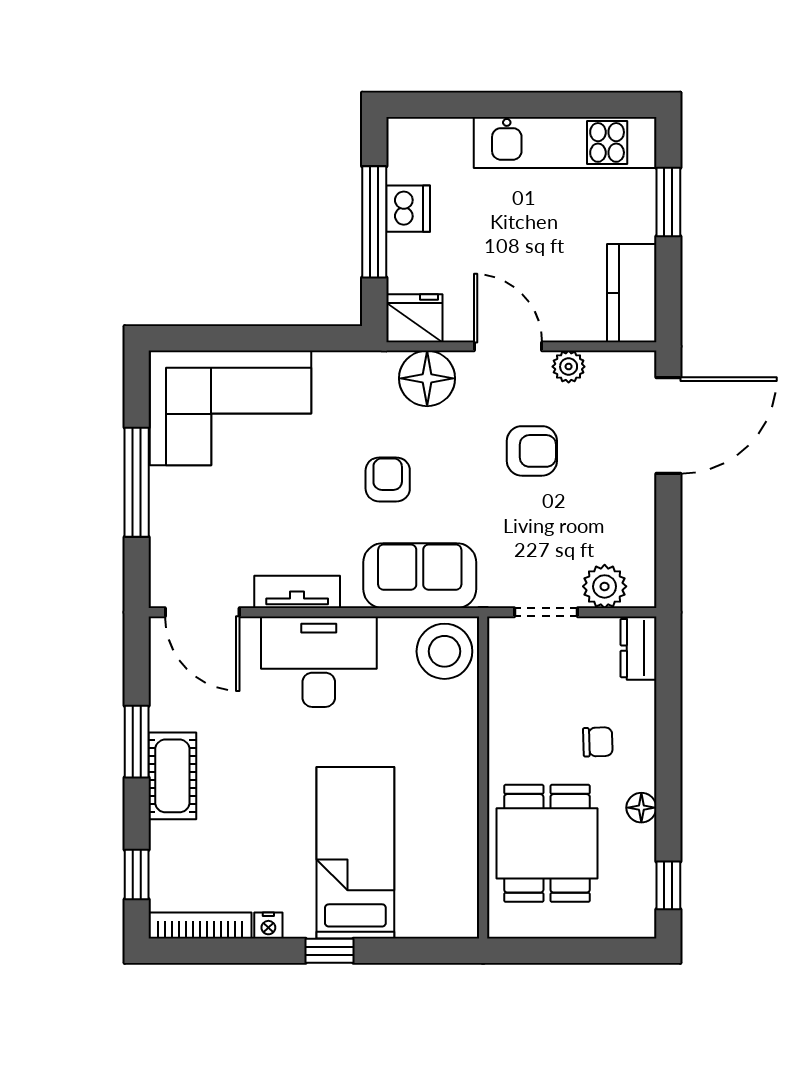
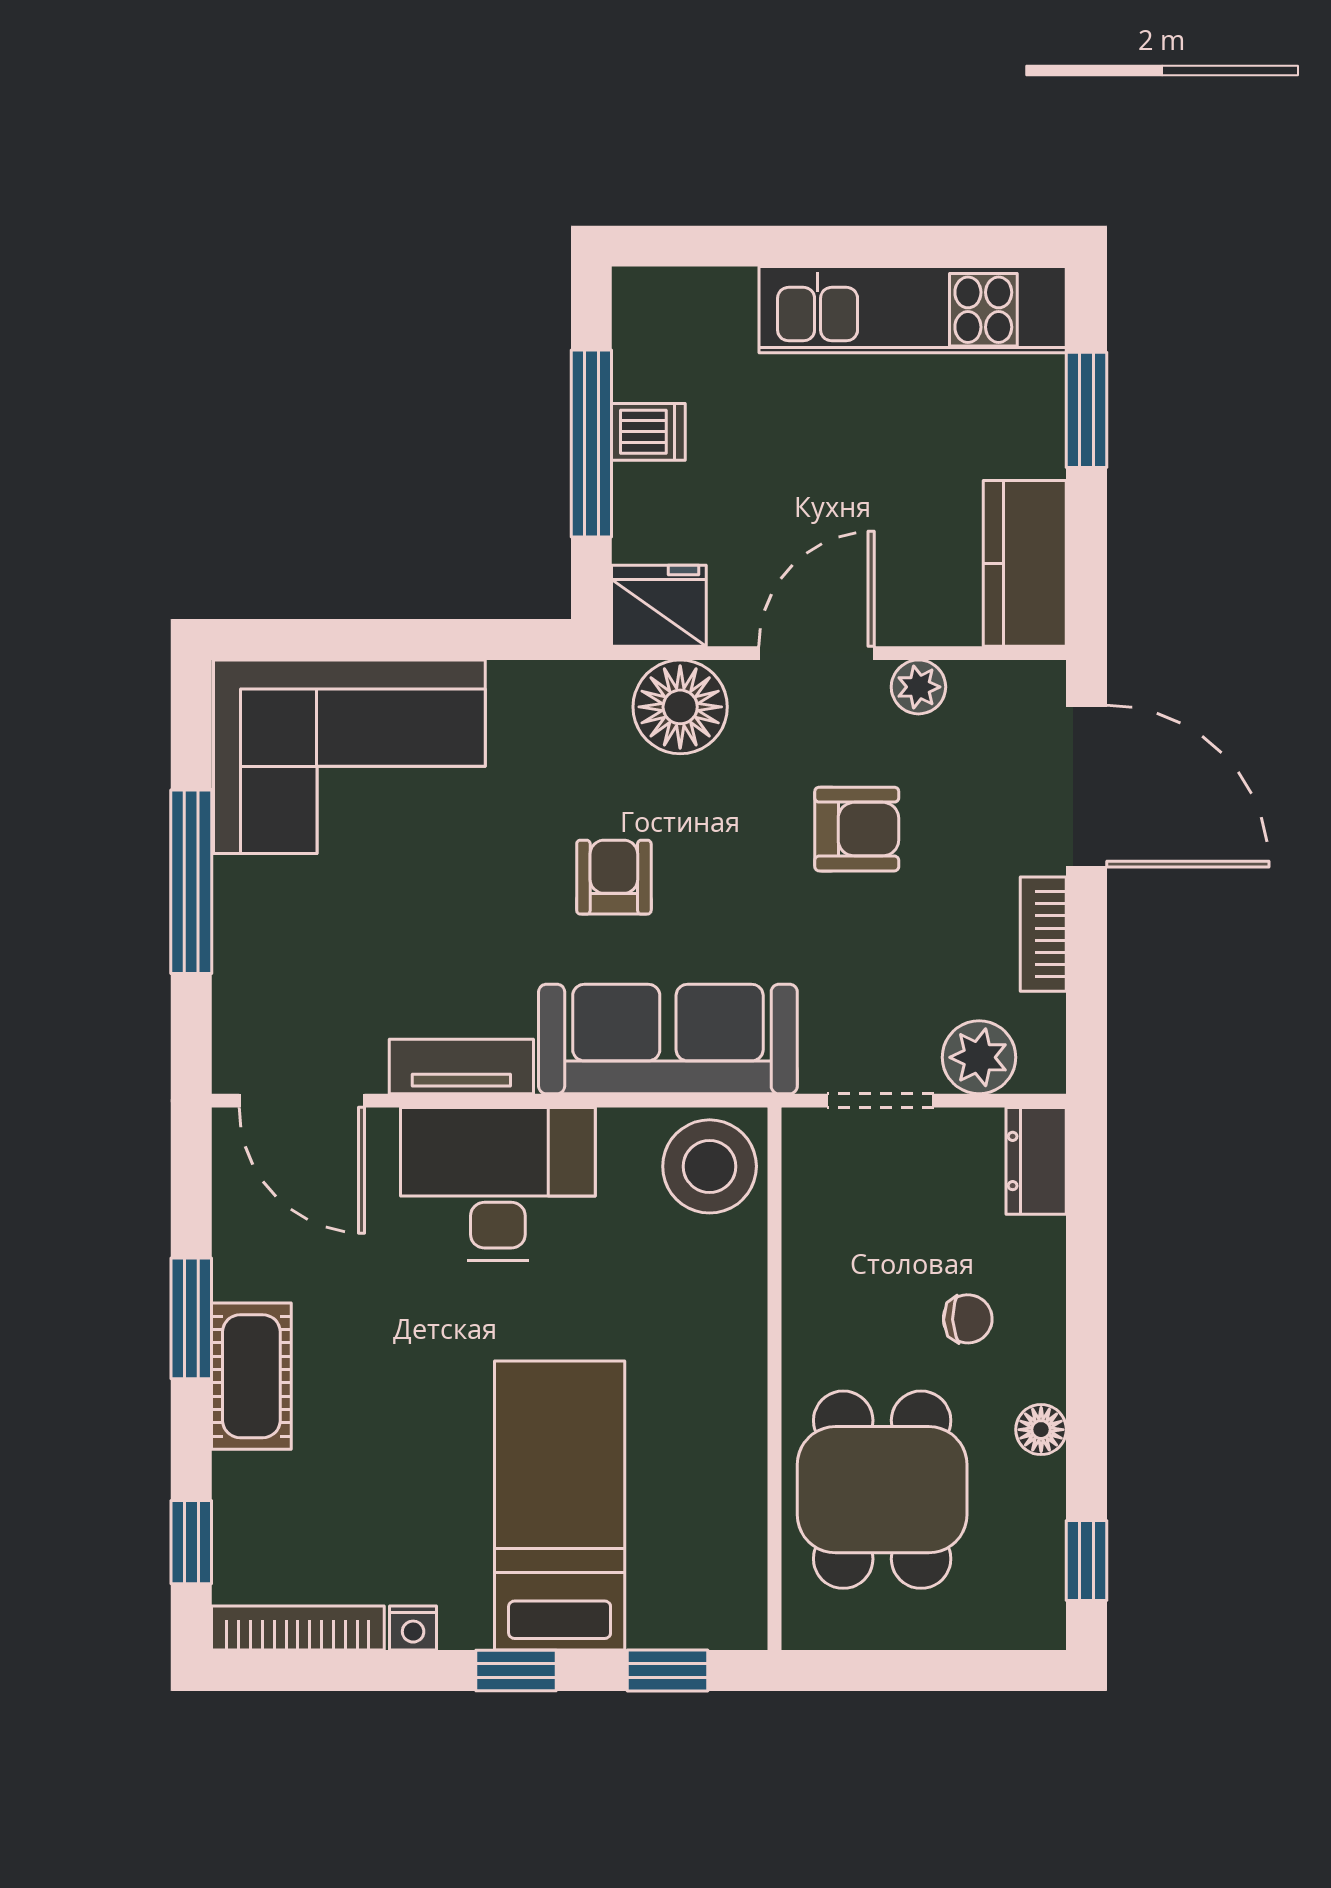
dishwasher: (408, 209) -> (648, 432), width x0.73
door: (508, 346) -> (817, 653), hinge flipped
door: (668, 425) -> (1087, 786), hinge flipped
bookcase: (643, 513) -> (1043, 934), added
sofa: (420, 576) -> (668, 1039), width x1.36
window: (419, 951) -> (667, 1670), added

